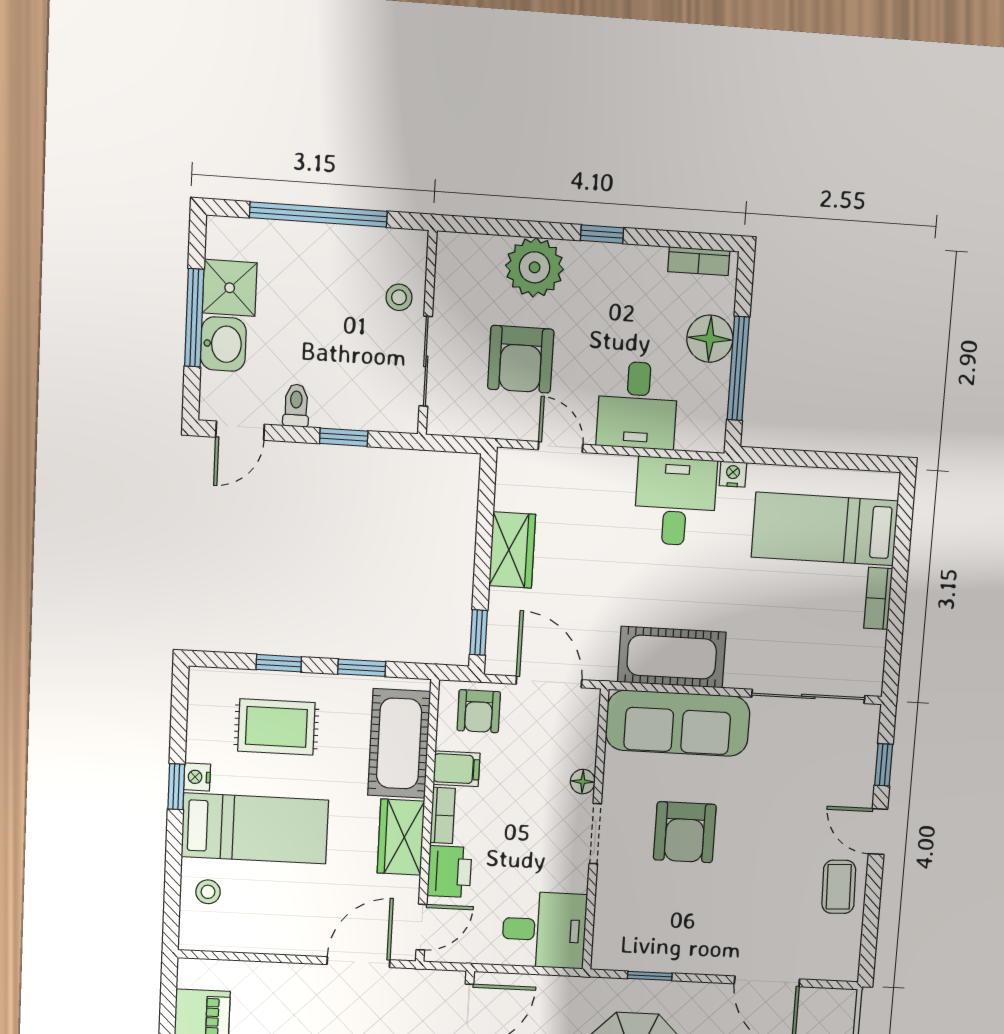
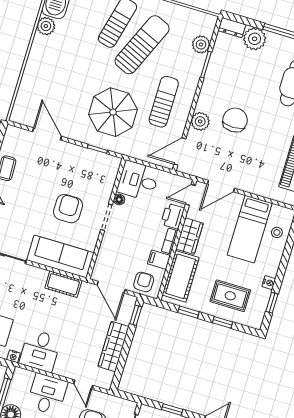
wardrobe: (512, 550) -> (113, 346), width x1.50
cot: (672, 657) -> (63, 284), width x0.73, depth x0.75
floor lamp: (583, 782) -> (119, 200), moved
window: (176, 787) -> (272, 303), moved
bed: (255, 828) -> (250, 229), moved, turned -90

